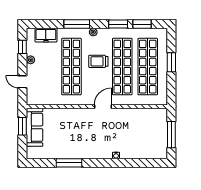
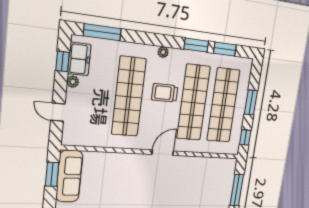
window: (77, 24) -> (102, 32), moved
freezer: (46, 35) -> (79, 59), moved, turned -90
window: (171, 91) -> (245, 137), added

